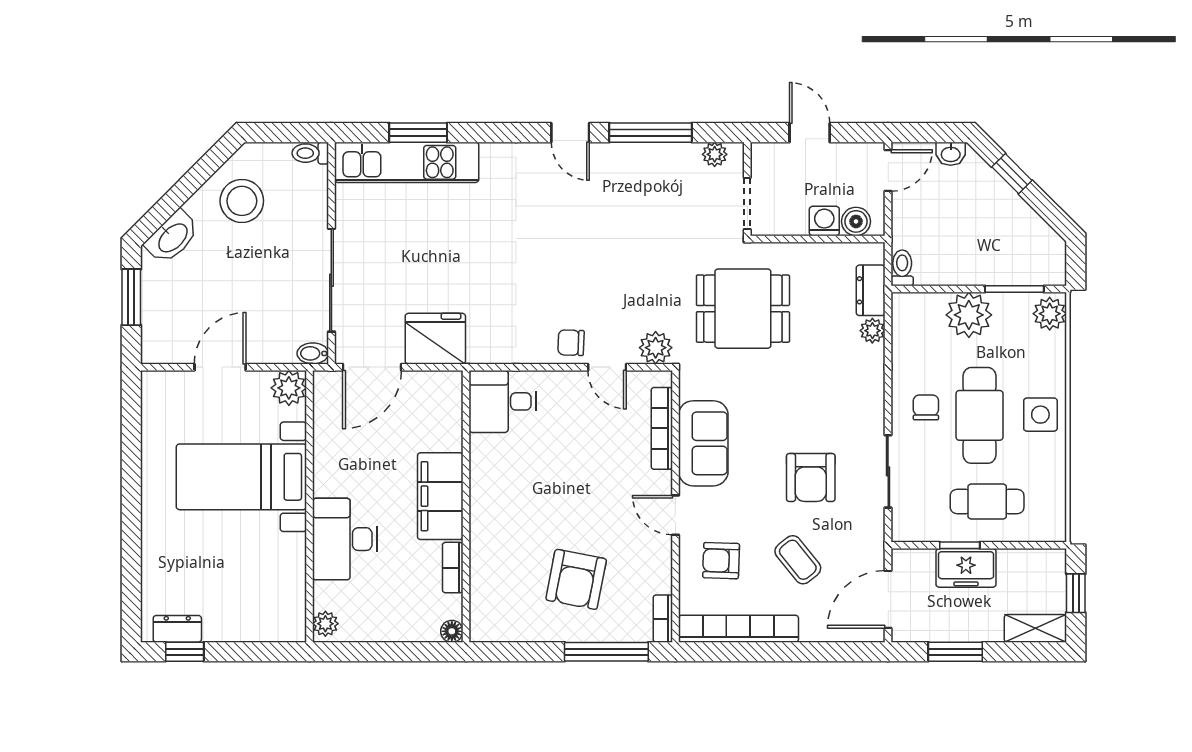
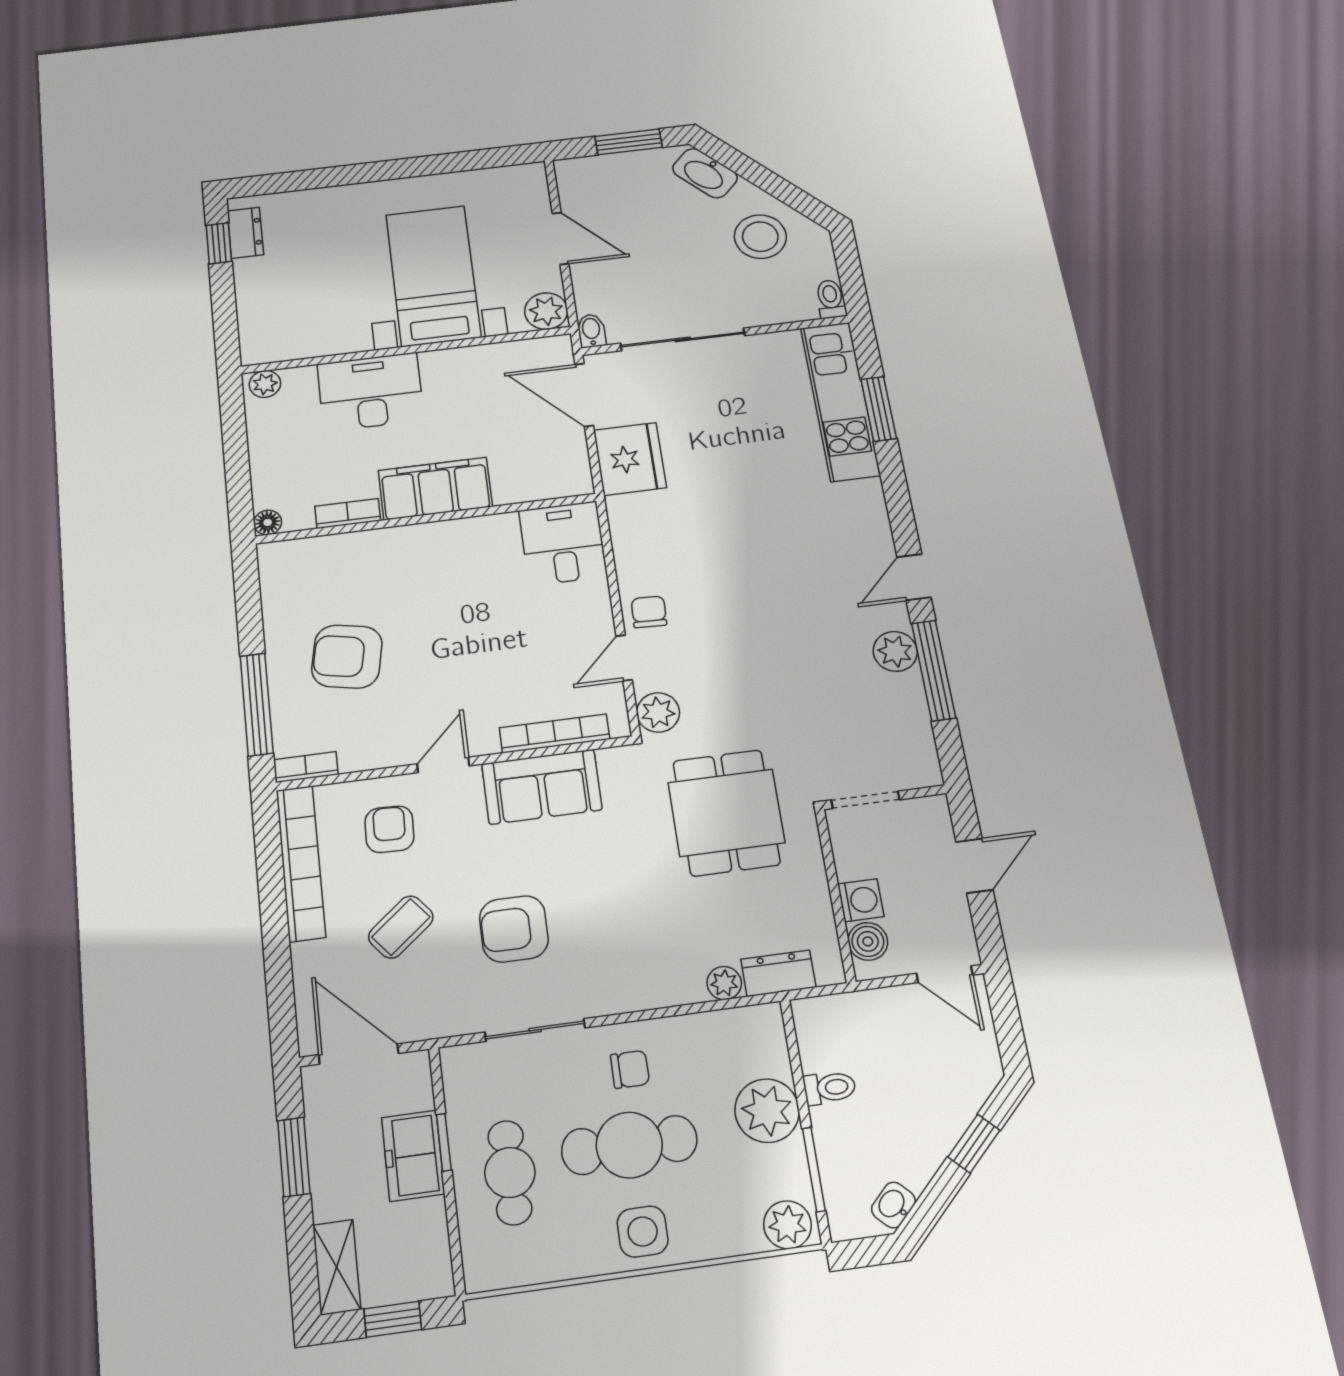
plant: (715, 154) -> (895, 651), moved, width x1.38, depth x1.38
washbasin: (951, 154) -> (893, 1205), moved, turned 45
toilet: (902, 268) -> (830, 1088), moved

